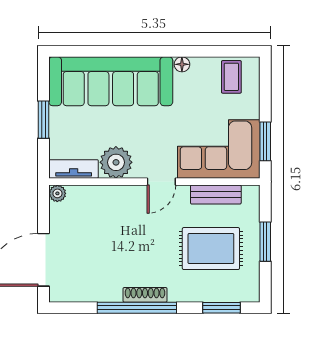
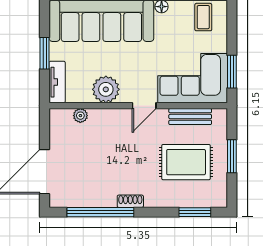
tv unit: (74, 169) -> (57, 82), moved, turned 90
plant: (57, 193) -> (80, 116), moved
shoe rack: (145, 295) -> (130, 201), width x0.70
window: (137, 308) -> (100, 212), moved

